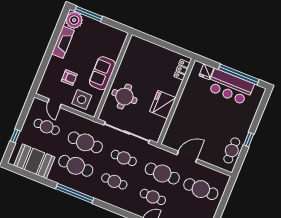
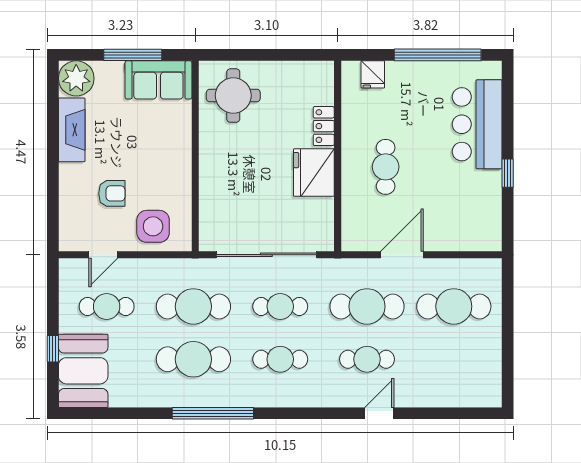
window: (89, 14) -> (133, 55), moved
locker: (182, 70) -> (324, 126), moved
sofa: (102, 73) -> (158, 80), moved, turned -90
bar counter: (230, 87) -> (477, 124), moved, turned 90
round table: (124, 97) -> (233, 96), moved
door: (54, 103) -> (103, 255), hinge flipped
cafe table: (232, 150) -> (386, 167), moved
booth: (34, 161) -> (83, 371), moved, turned 90

